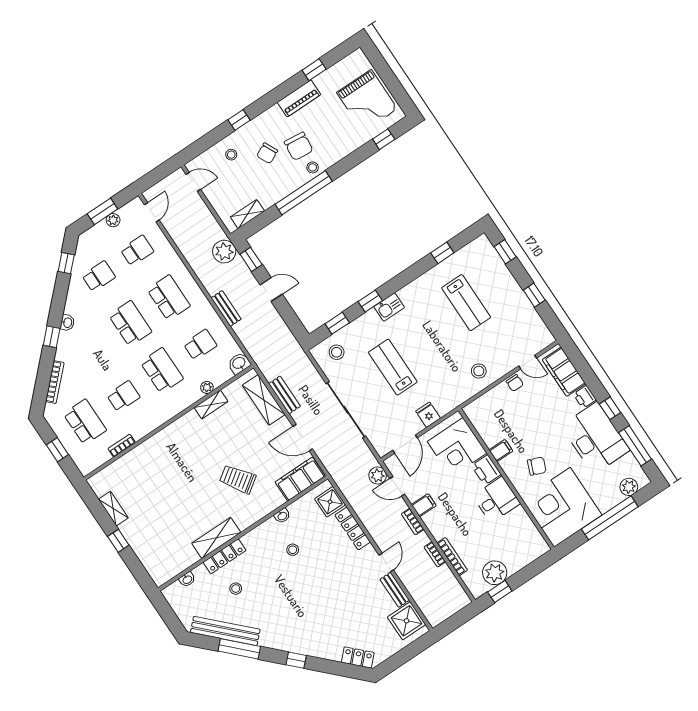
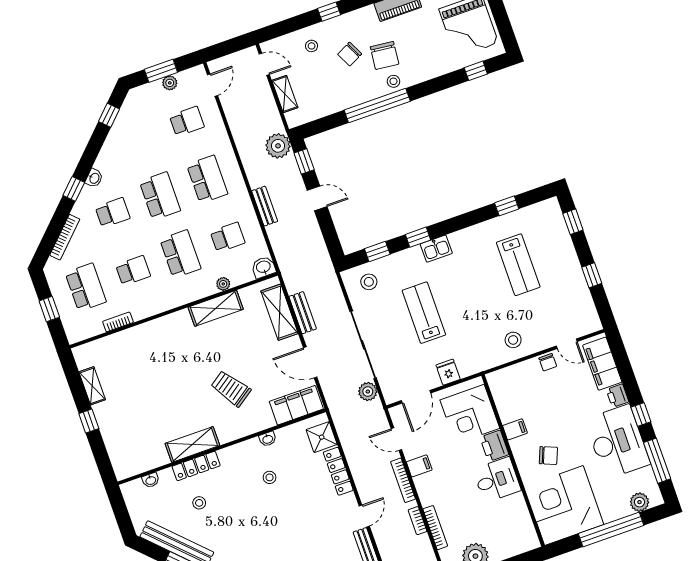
shelving: (247, 214) -> (285, 94), moved, turned 90
school desk: (99, 276) -> (113, 213), moved
shelving: (211, 405) -> (216, 308), width x1.50, depth x1.33
plant: (378, 476) -> (368, 392), moved
bookcase: (413, 522) -> (403, 480), width x1.56

